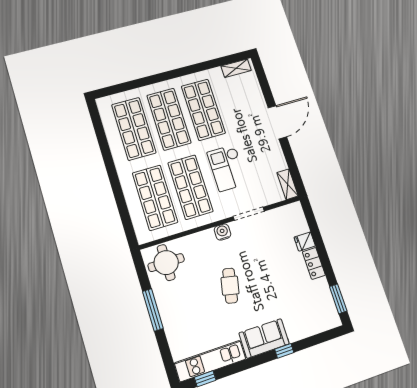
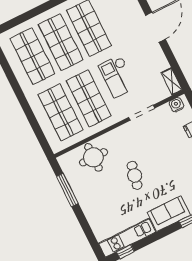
water cooler: (222, 232) -> (176, 105), moved
round table: (166, 263) -> (93, 157), moved
window: (153, 310) -> (67, 190), moved

